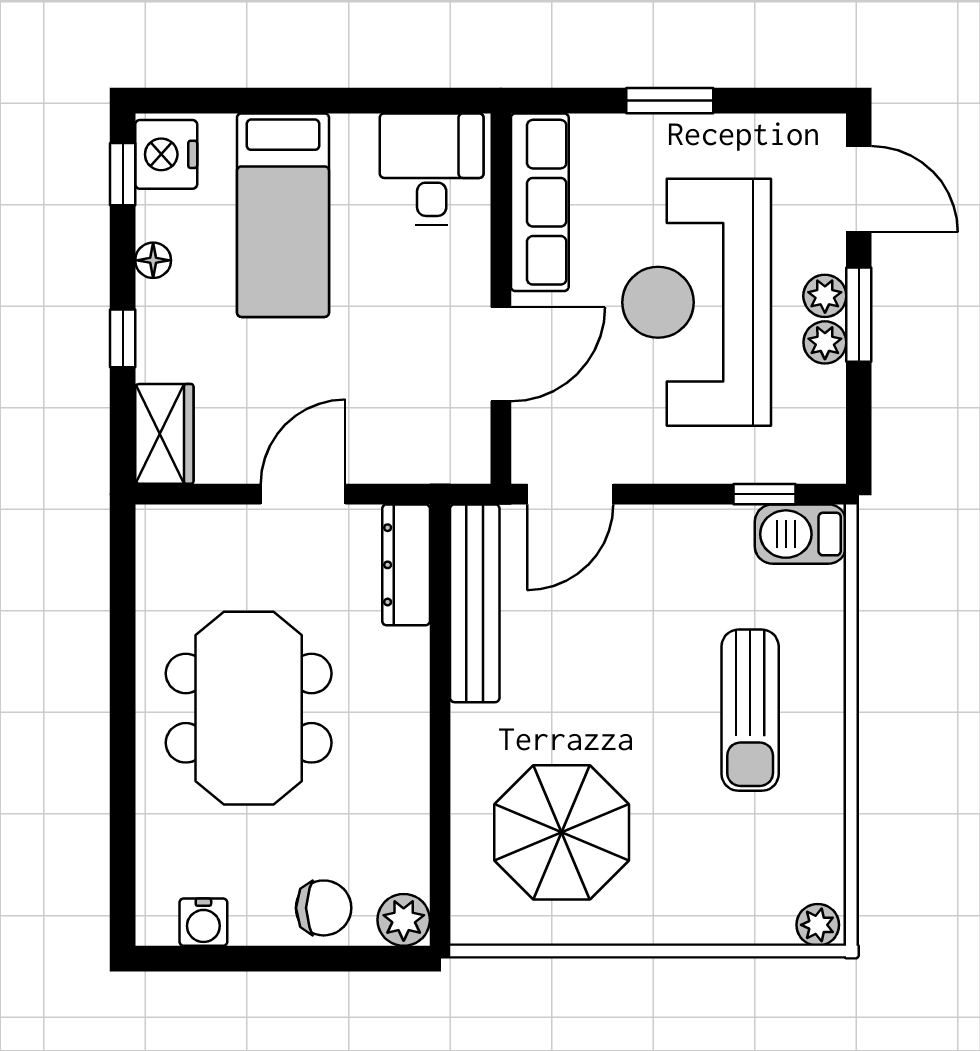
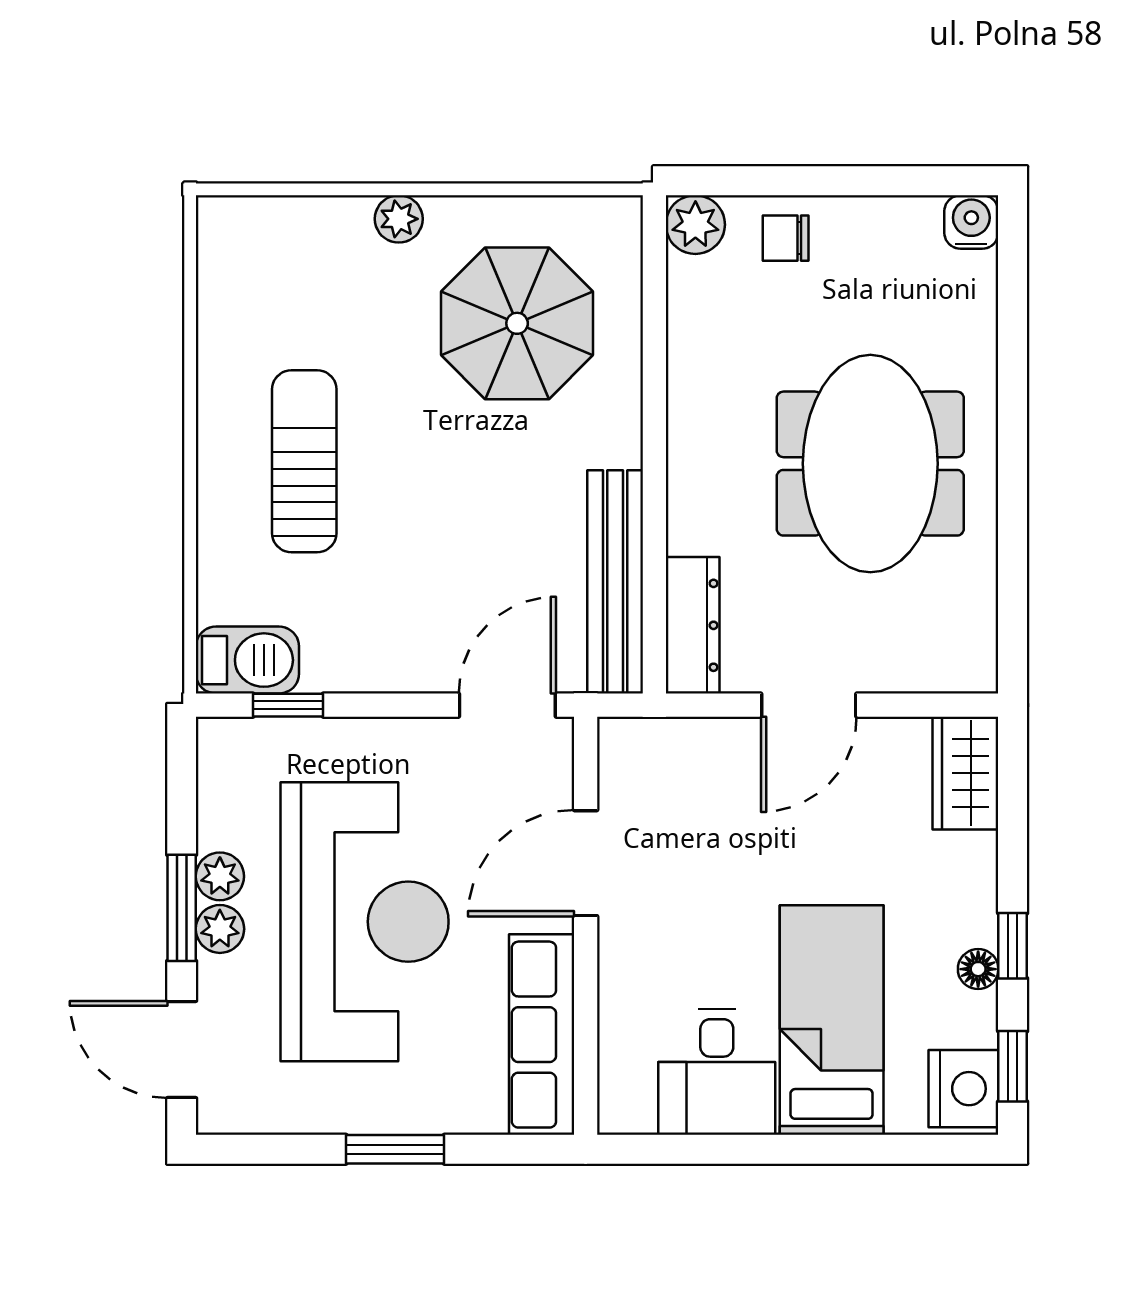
desk: (432, 169) -> (717, 1072), moved
window: (123, 338) -> (1013, 946), moved
chair: (324, 908) -> (786, 238), width x0.73, depth x0.73
water cooler: (203, 922) -> (971, 222), moved
plant: (818, 925) -> (399, 219), moved

